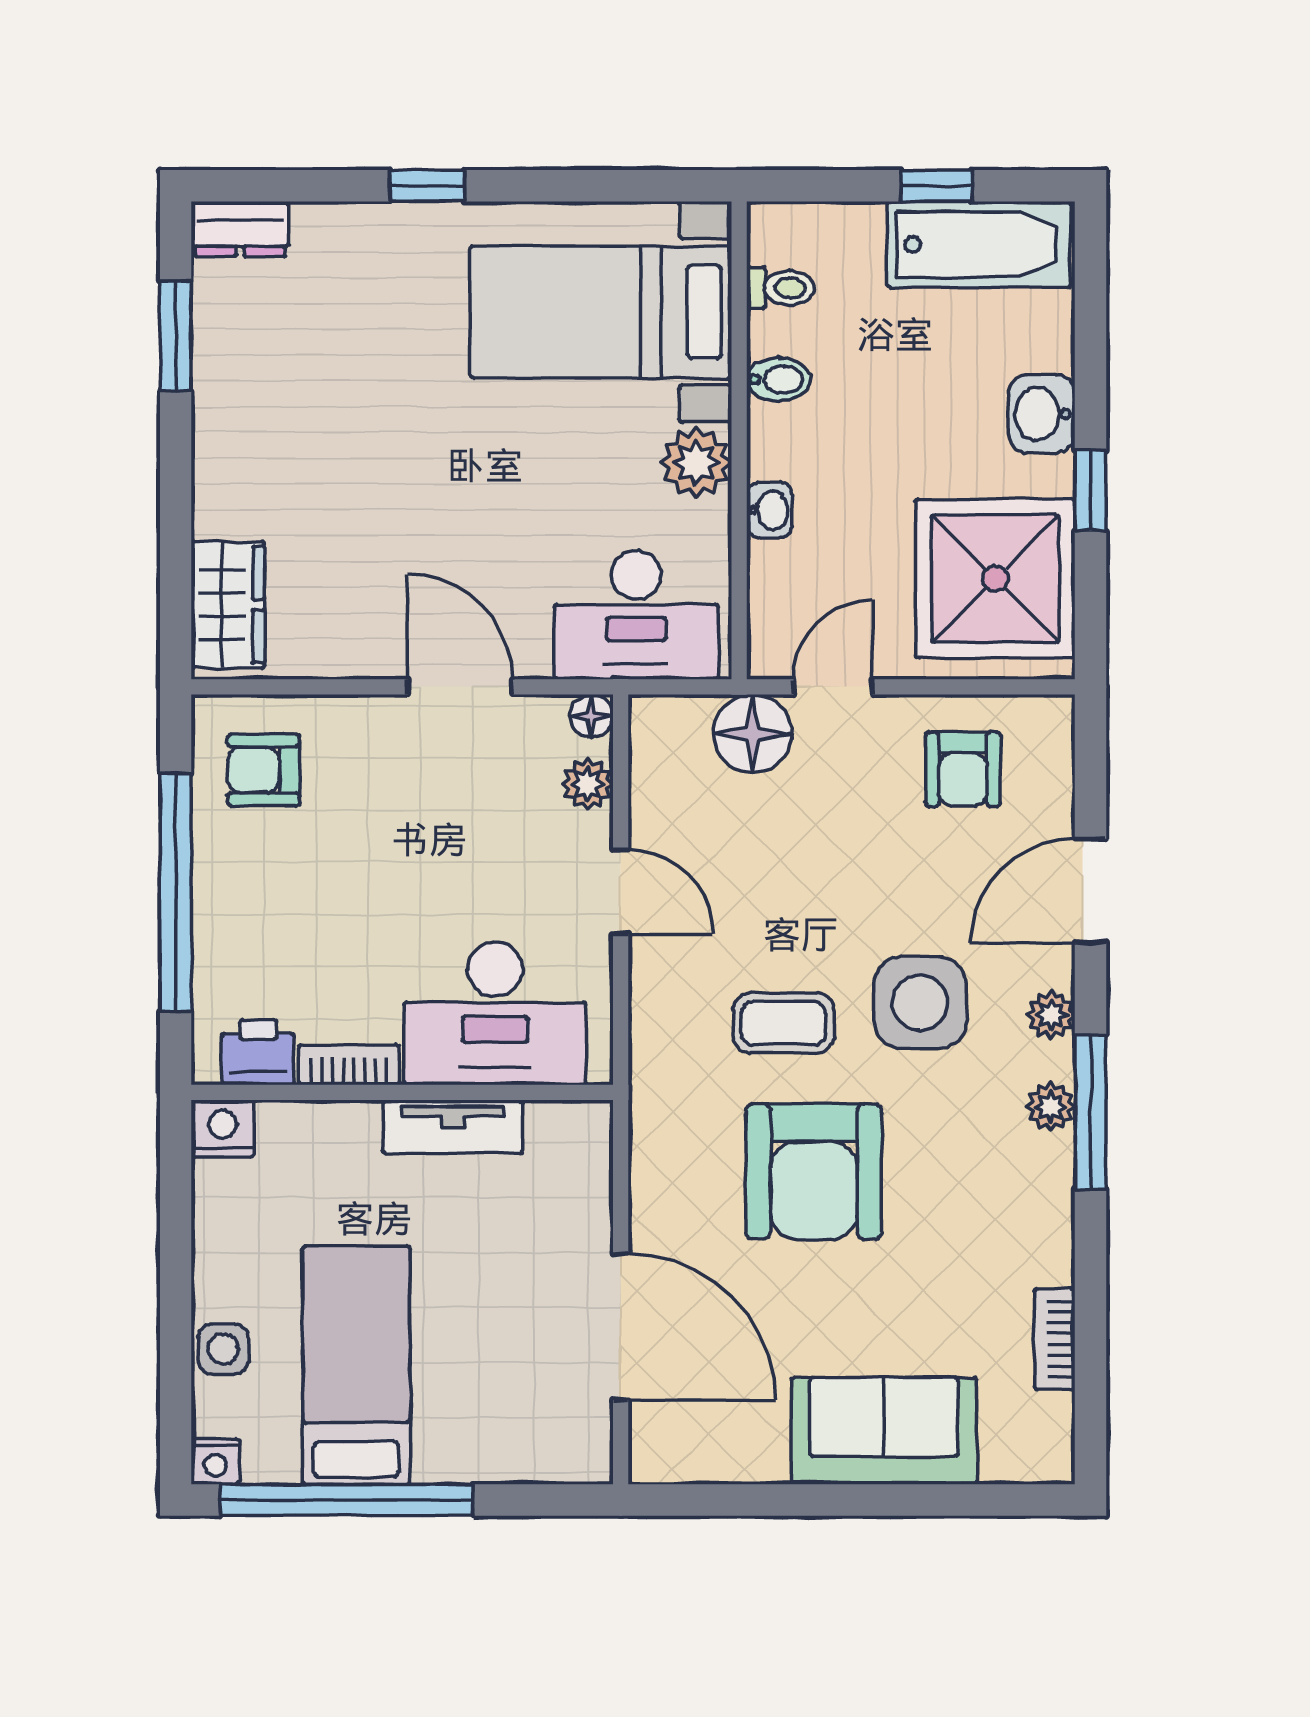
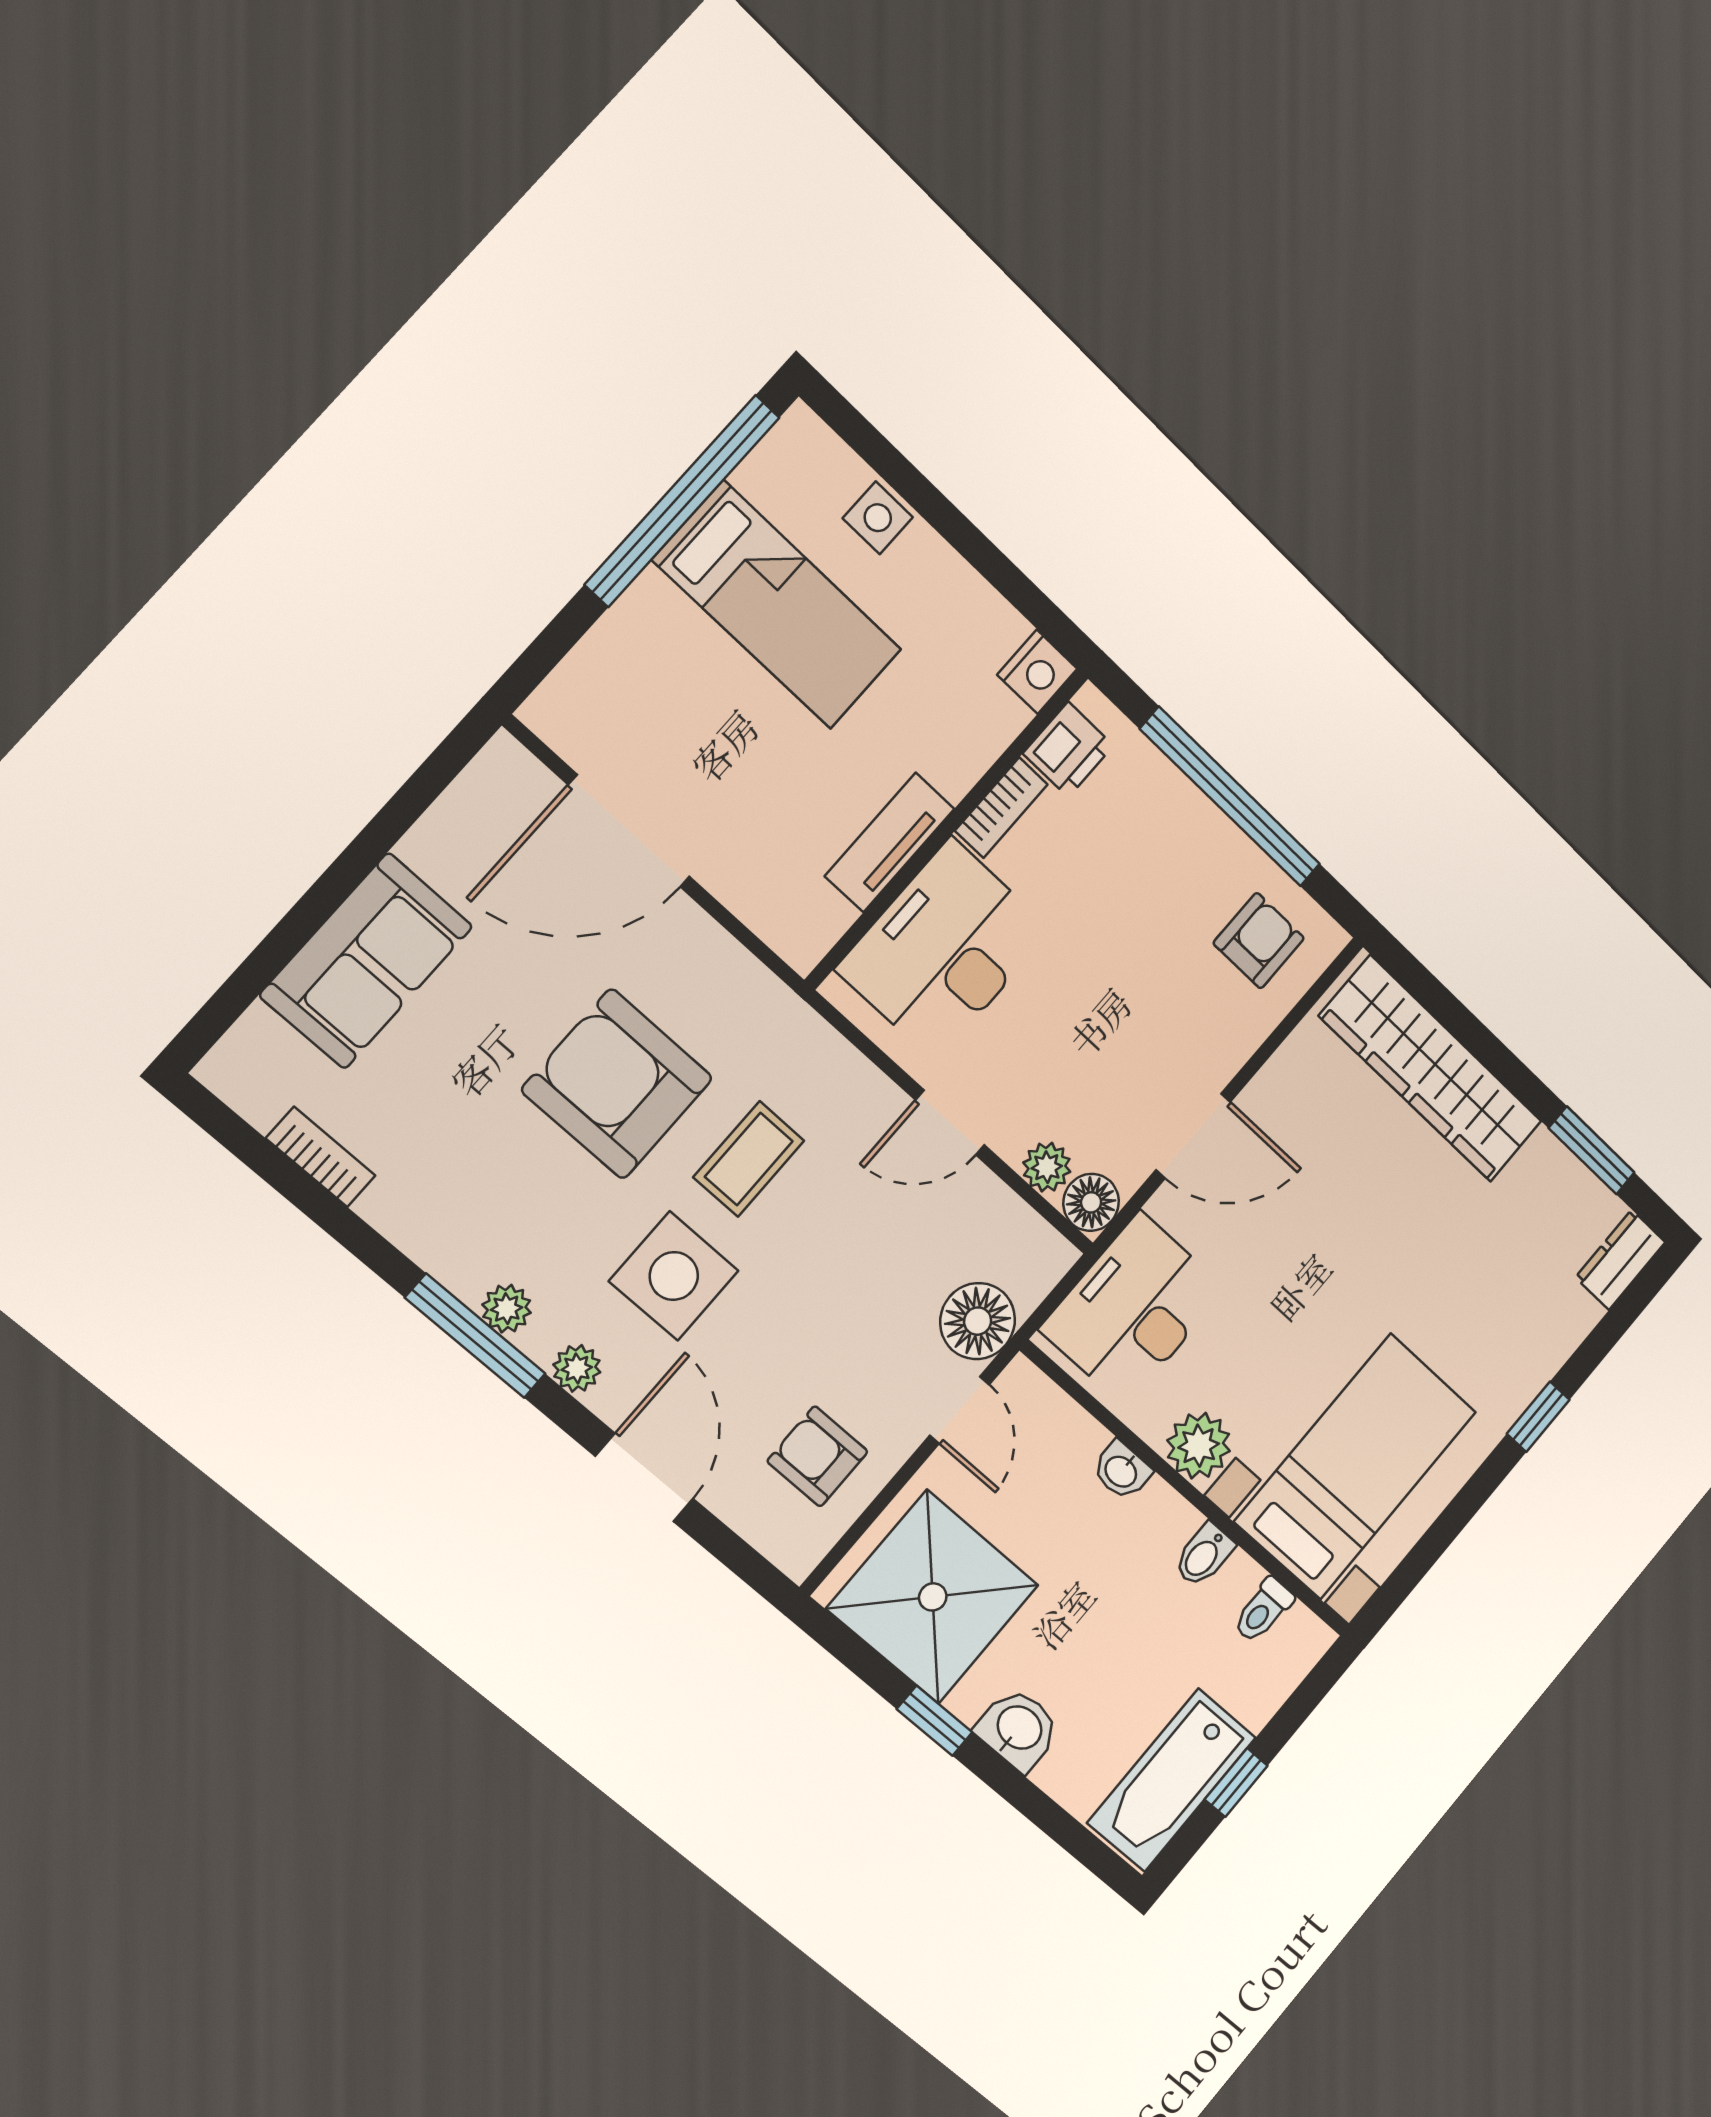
wardrobe: (228, 605) -> (1431, 1069), width x2.10, depth x1.17
floor lamp: (592, 716) -> (1091, 1202), width x1.37, depth x1.37
nightstand: (215, 1462) -> (800, 431), removed

